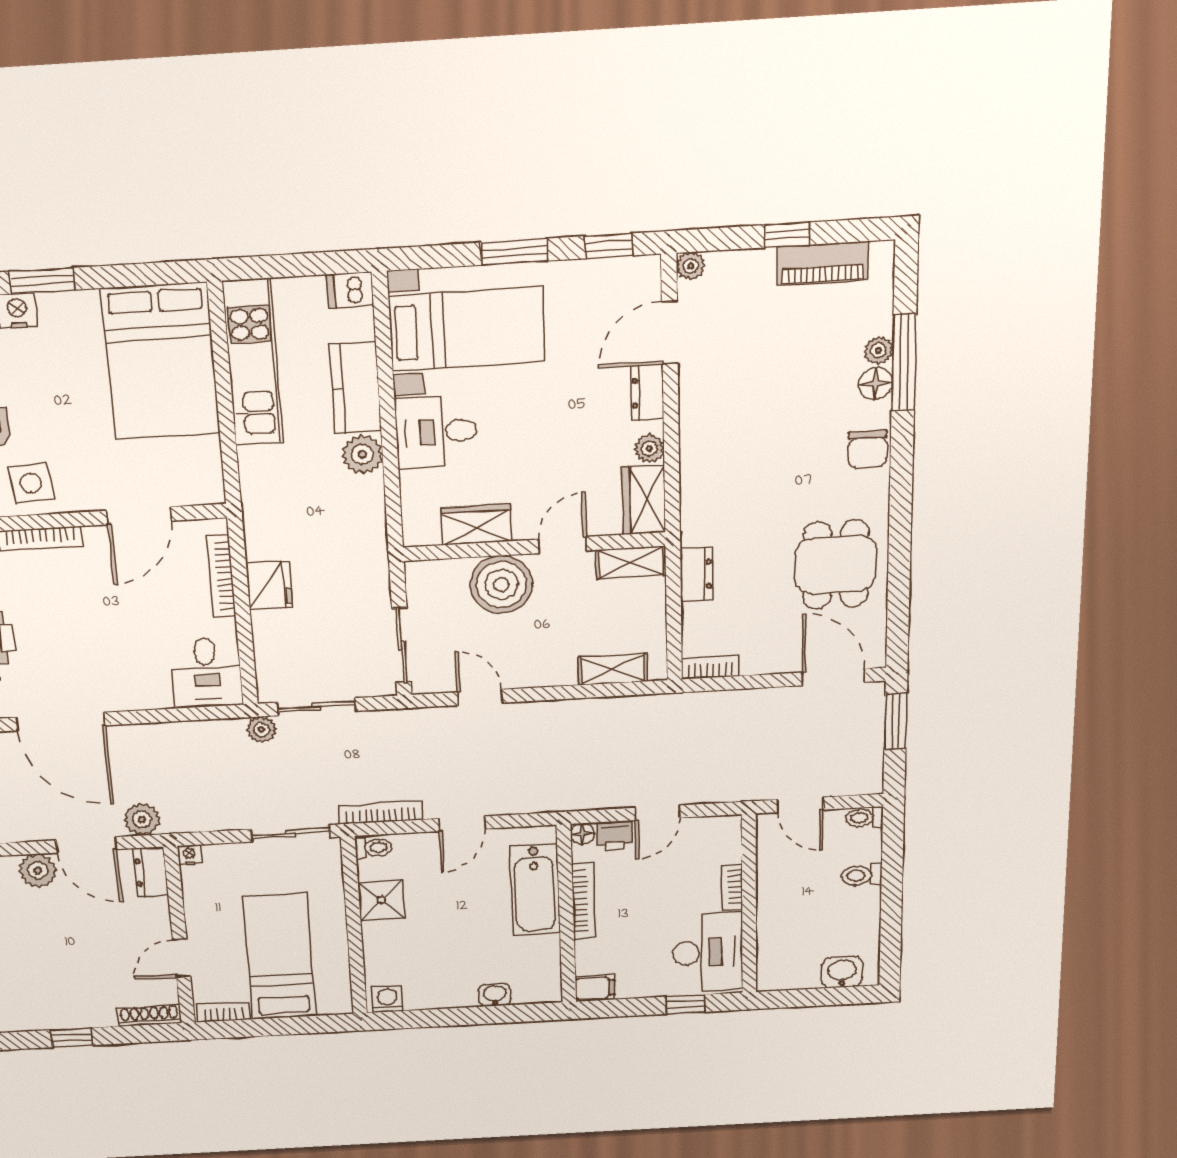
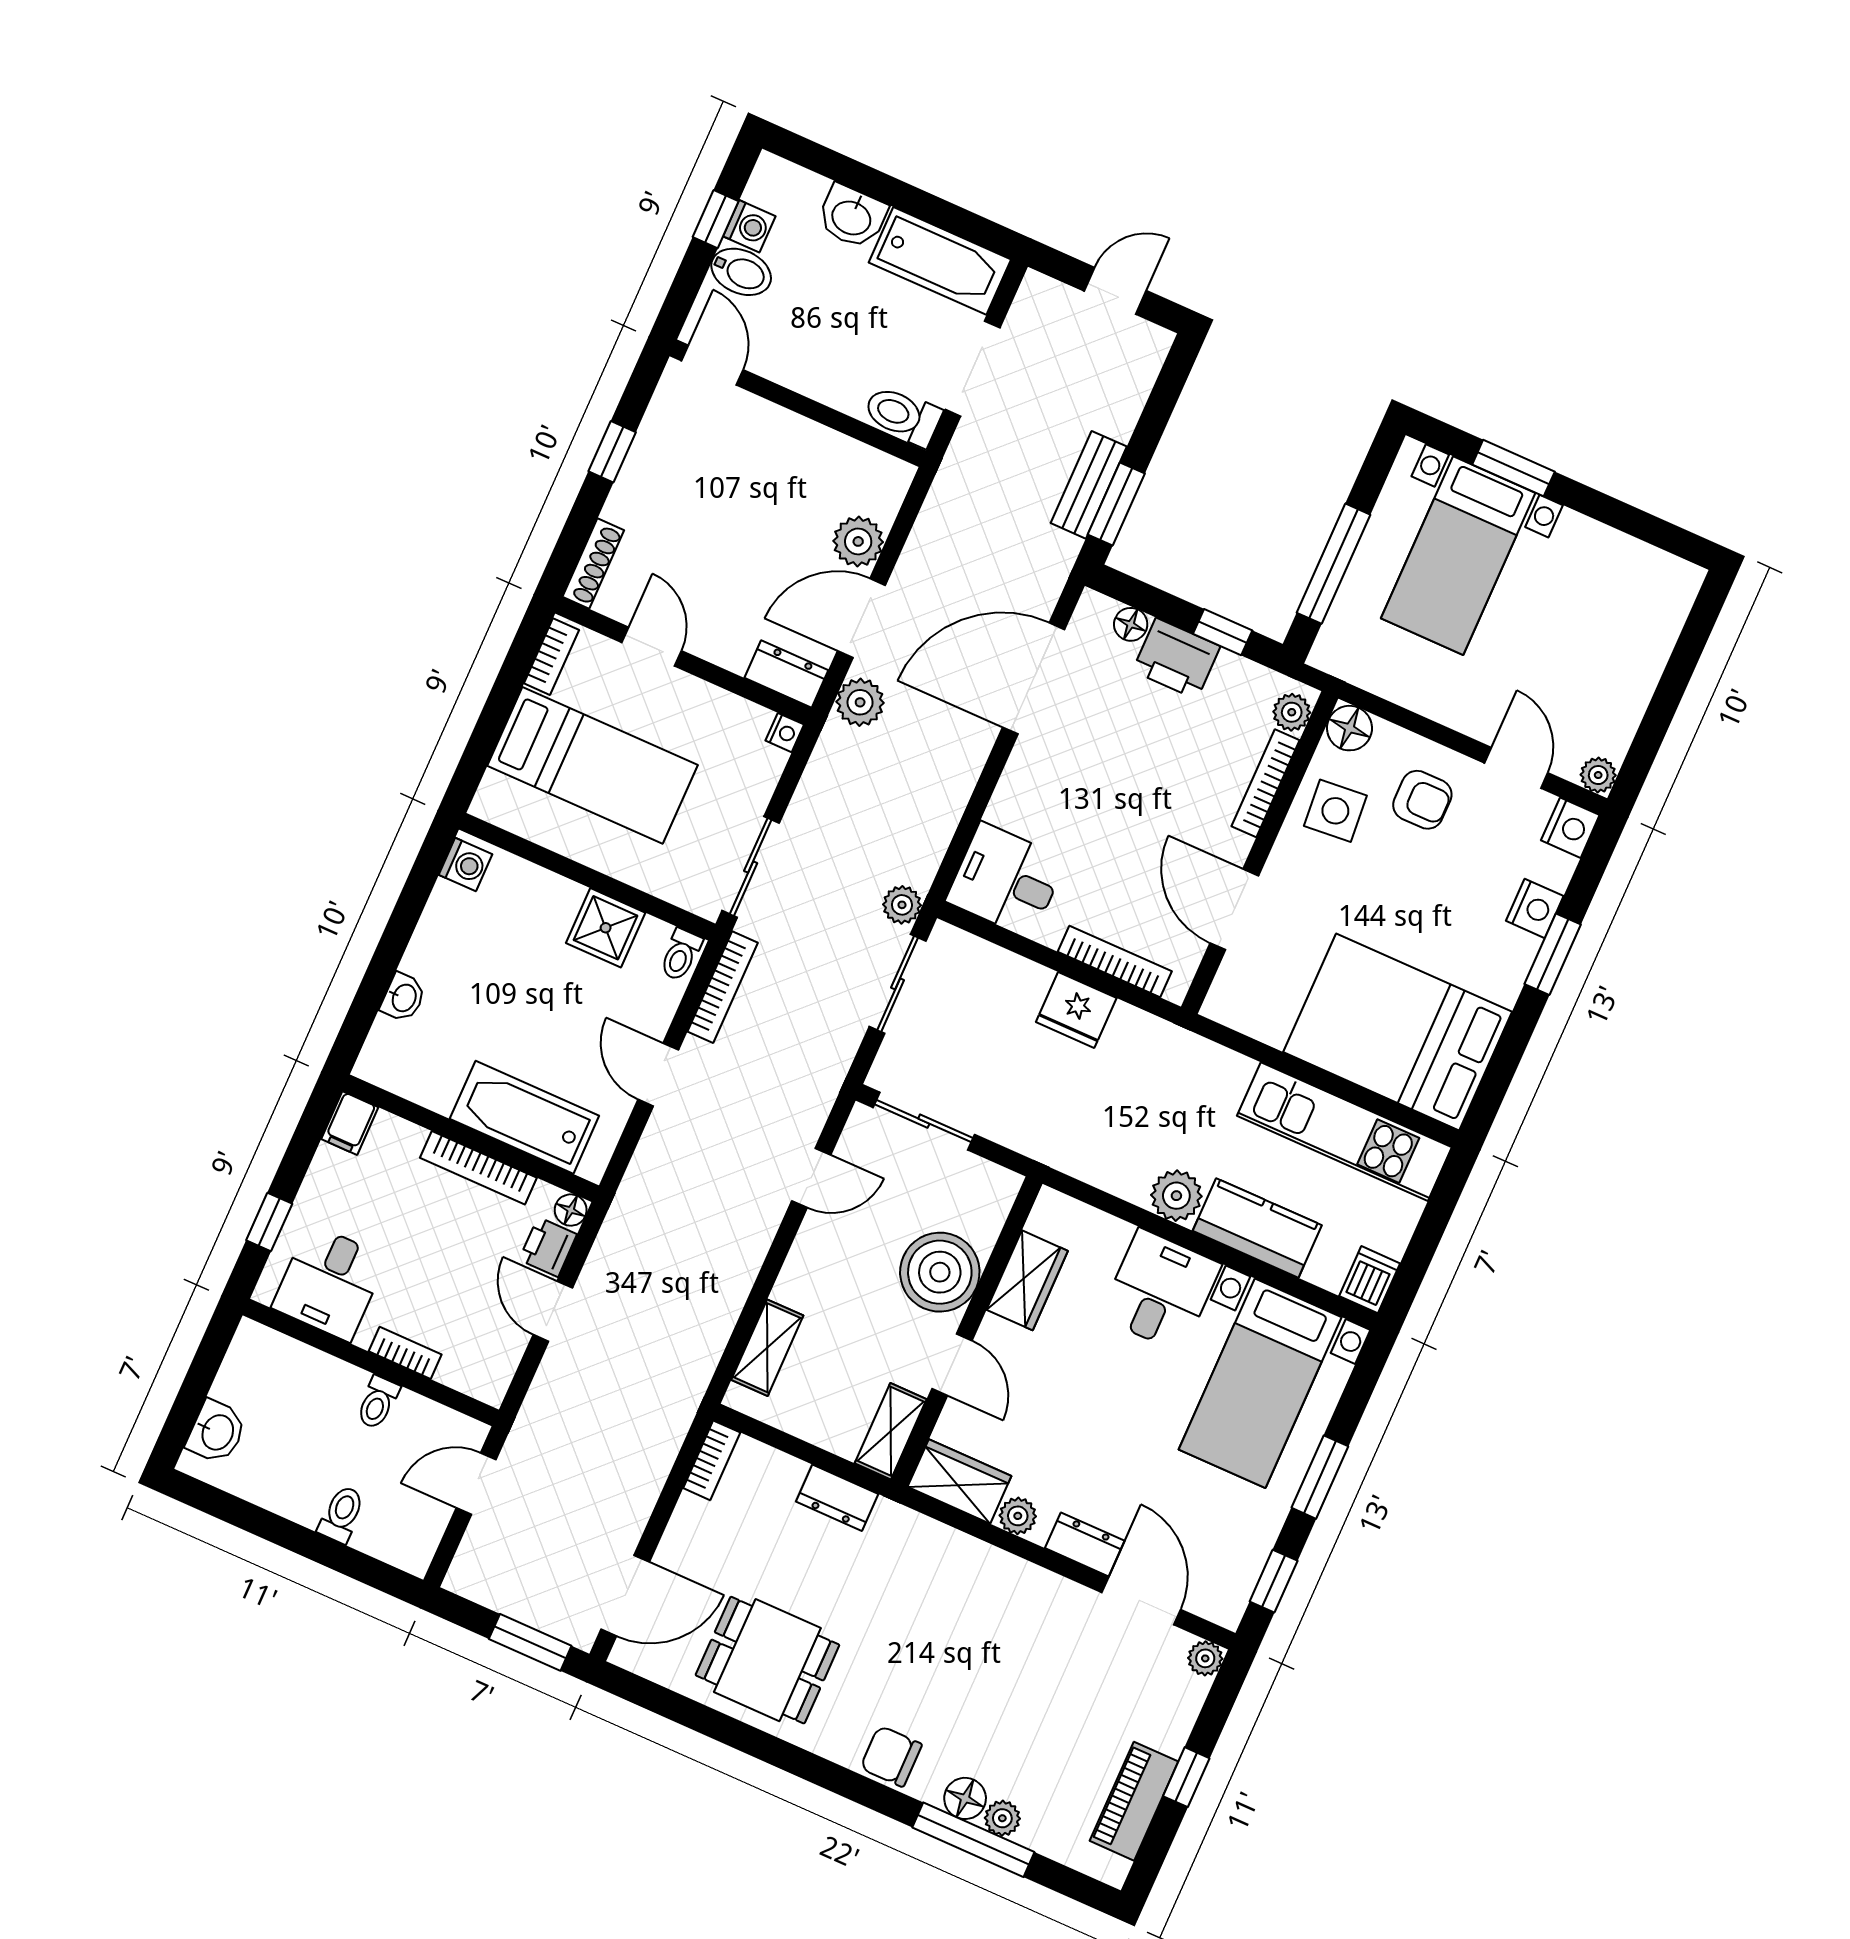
toilet: (864, 818) -> (378, 1402), moved, turned 180
desk: (707, 952) -> (330, 1282), width x0.73

